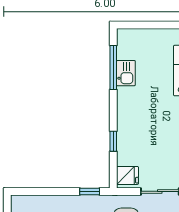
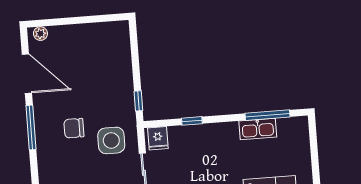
kitchen sink: (126, 73) -> (258, 129), width x1.38

